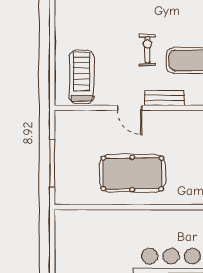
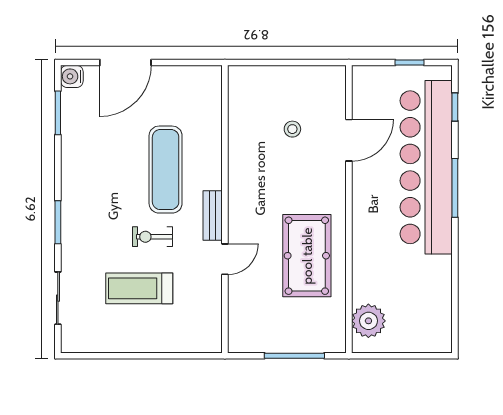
treadmill: (82, 77) -> (139, 288), moved
plant: (80, 223) -> (368, 321), added

